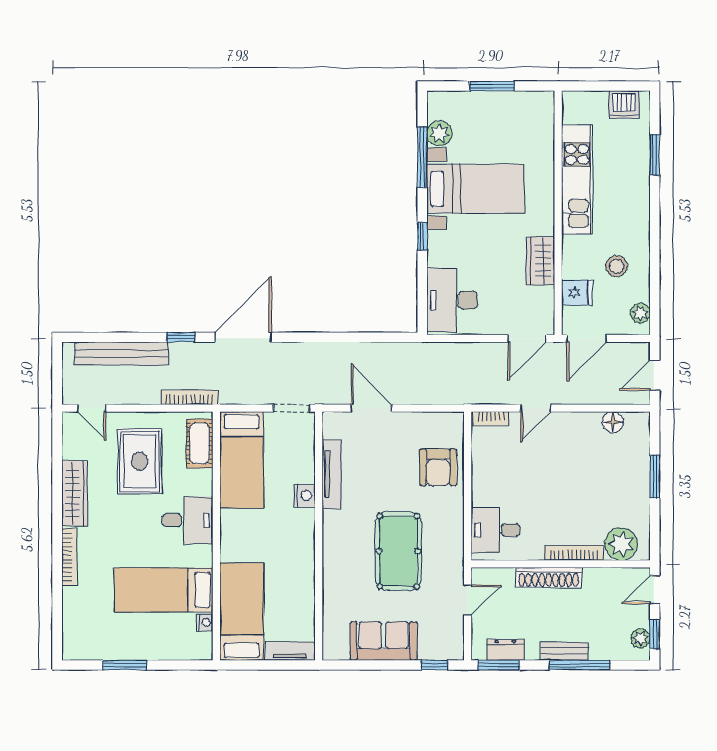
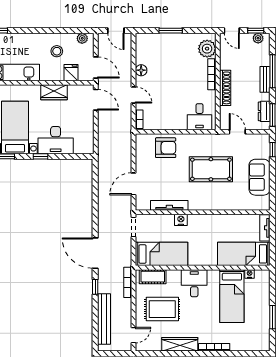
desk: (452, 300) -> (56, 140), moved
floor lamp: (613, 422) -> (141, 70), moved

